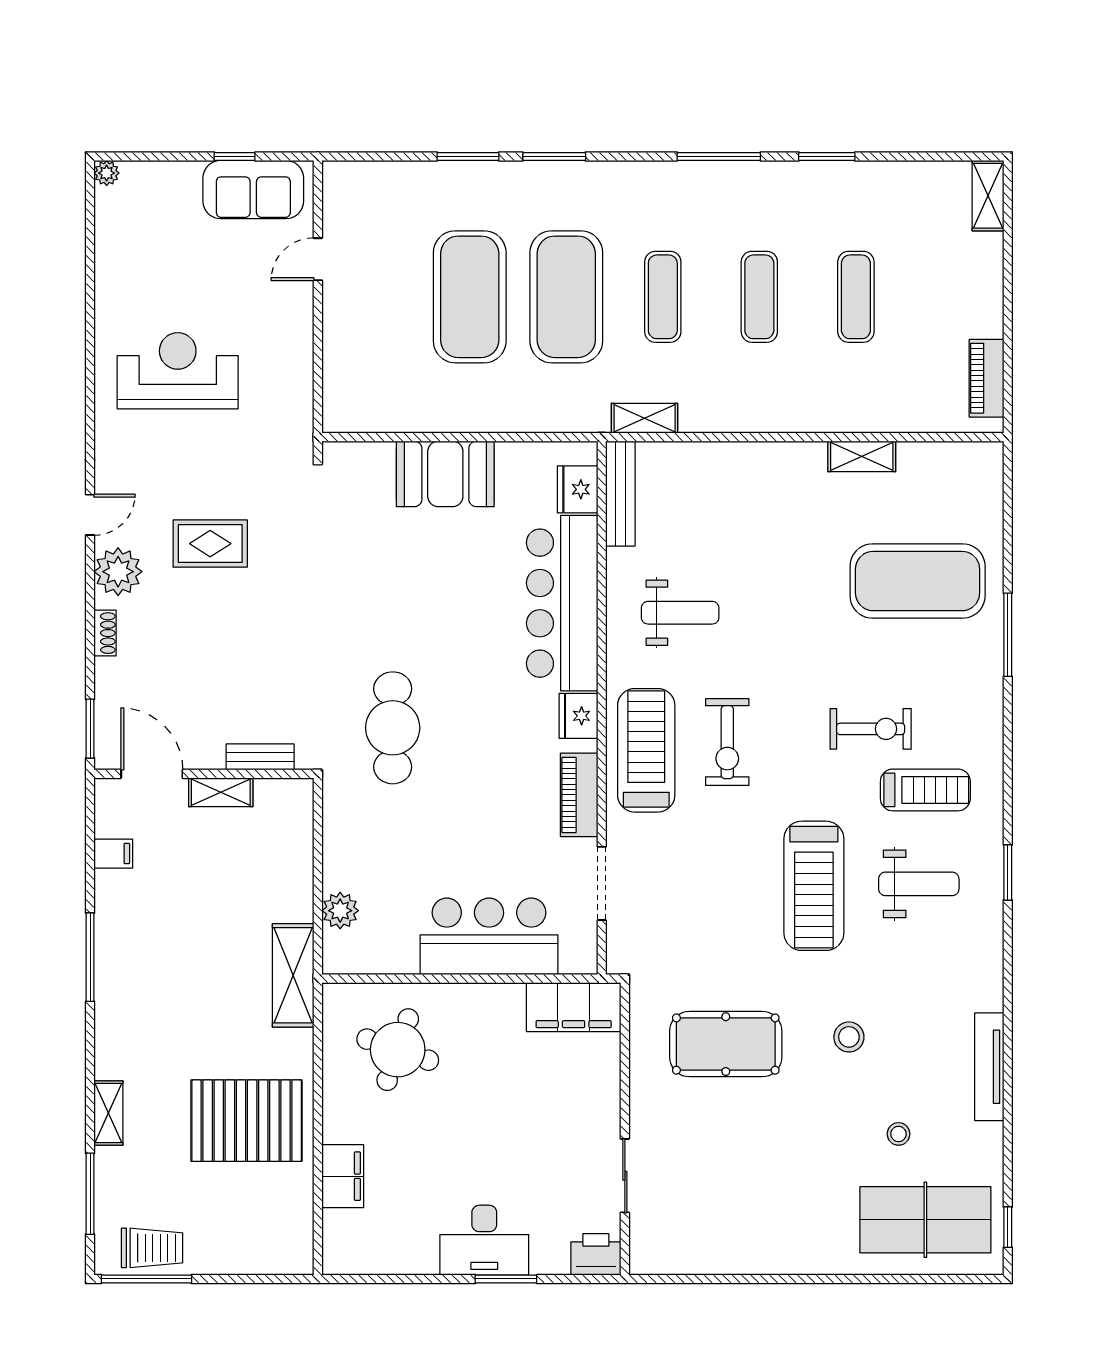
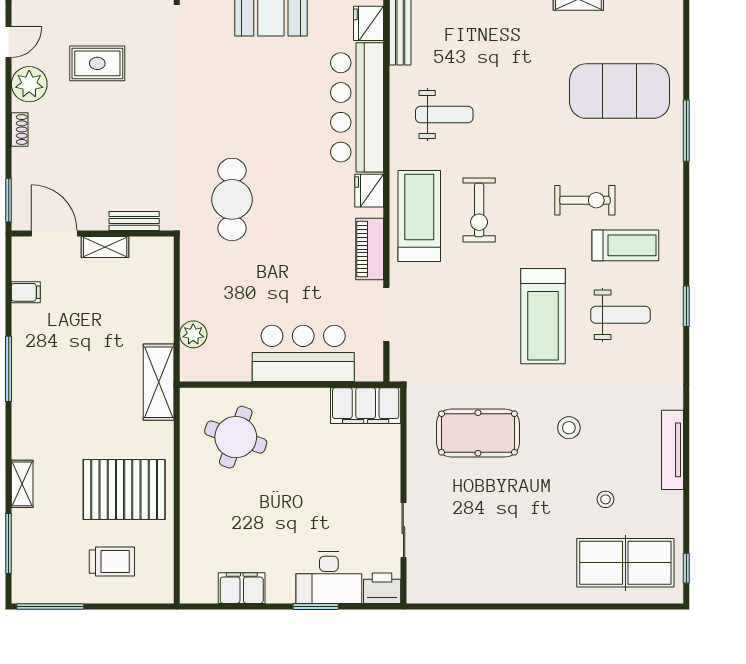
filing cabinet: (343, 1176) -> (242, 588), moved, turned -90
desk: (484, 1240) -> (329, 578), moved
trolley: (152, 1248) -> (112, 562), moved

